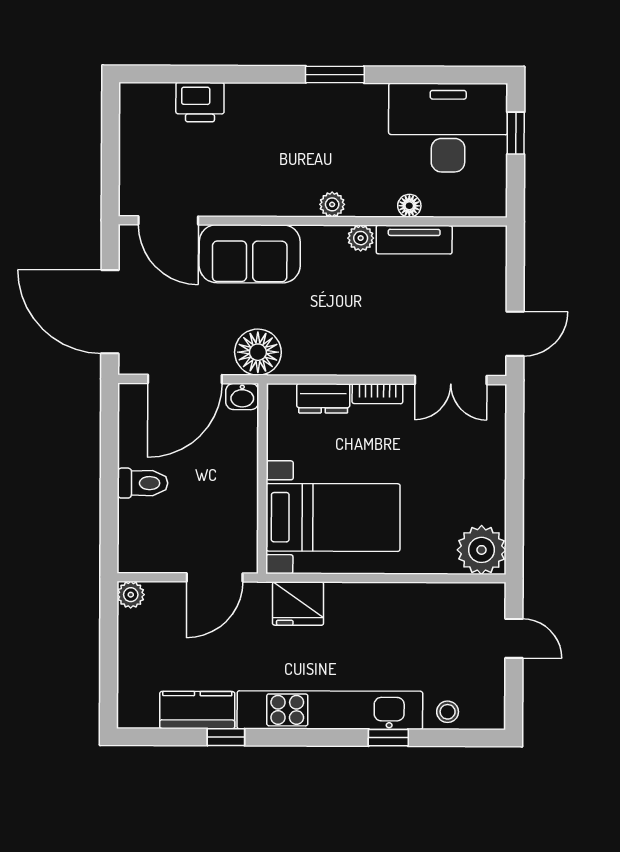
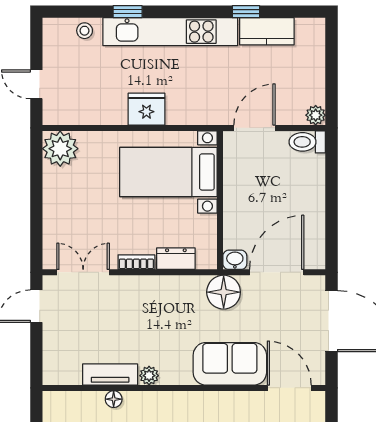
plant: (332, 204) -> (170, 400), removed
toilet: (143, 483) -> (307, 142), moved
fridge: (298, 604) -> (146, 109), moved

